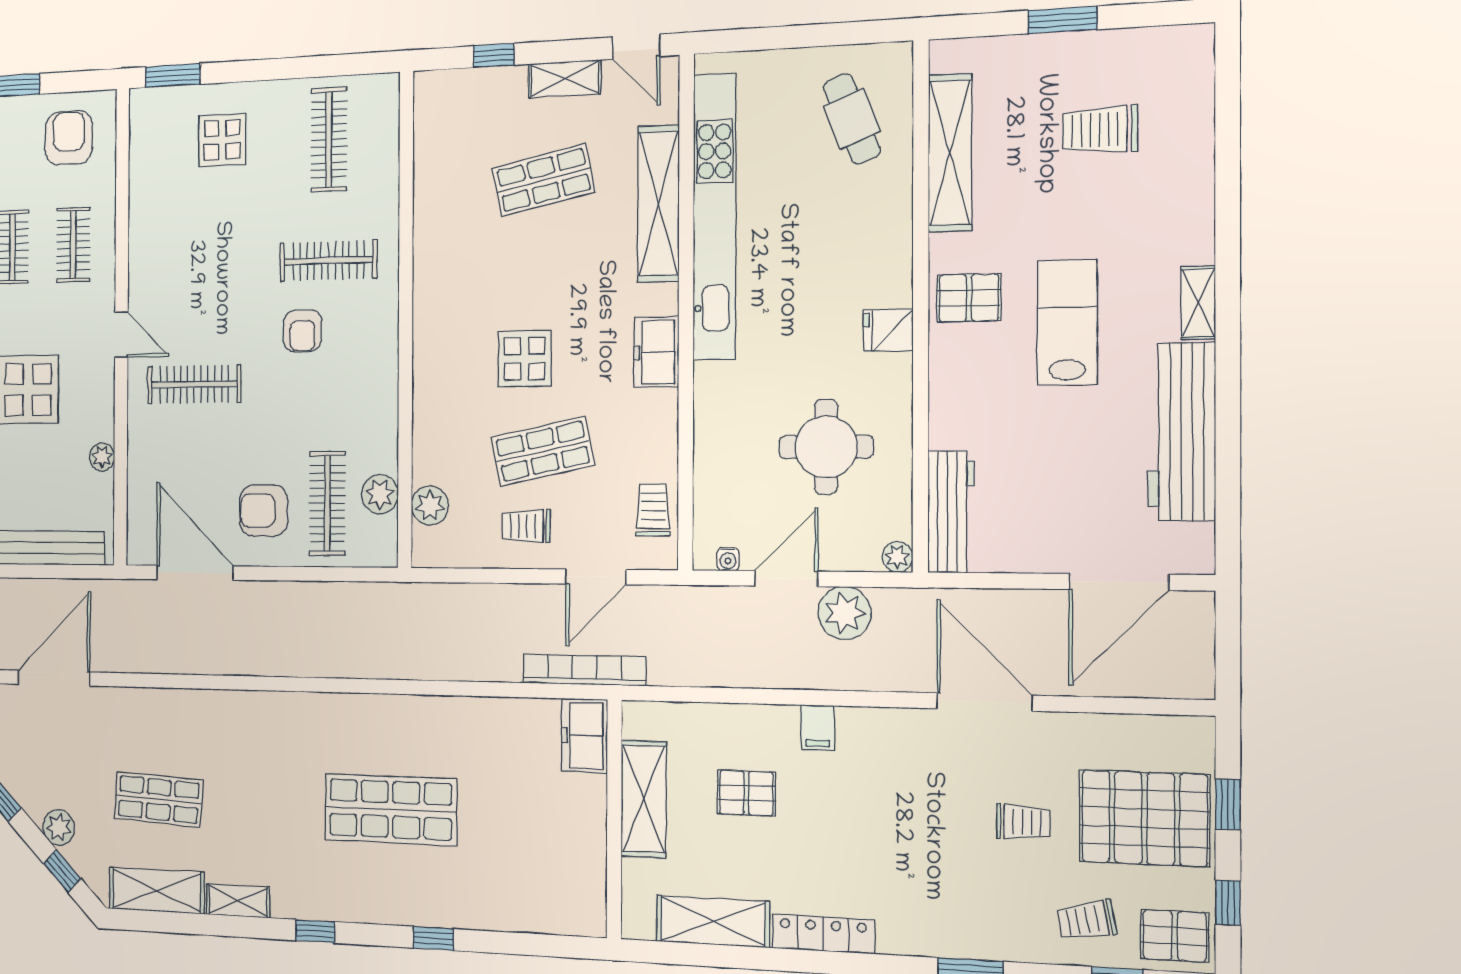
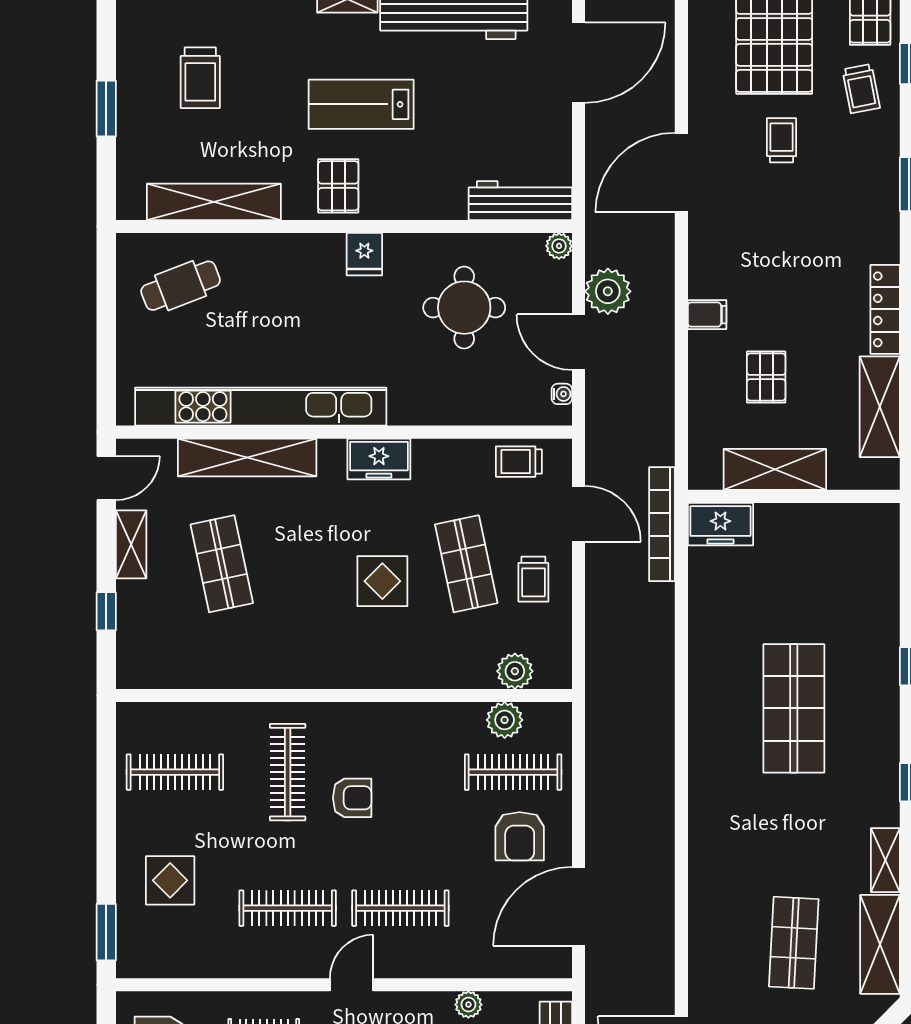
clothes rail: (195, 265) -> (288, 908), added
clothes rail: (194, 384) -> (400, 908), turned 90
door: (1119, 582) -> (579, 63), hinge flipped

